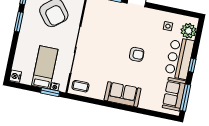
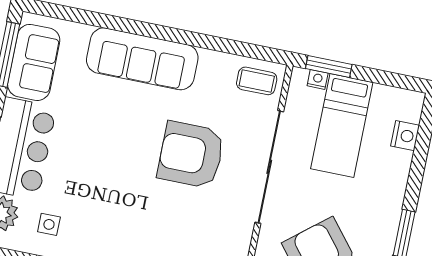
armchair: (137, 54) -> (191, 155), moved, width x1.88, depth x1.88
nightstand: (15, 76) -> (405, 136), moved
sofa: (123, 94) -> (142, 59), width x1.36

